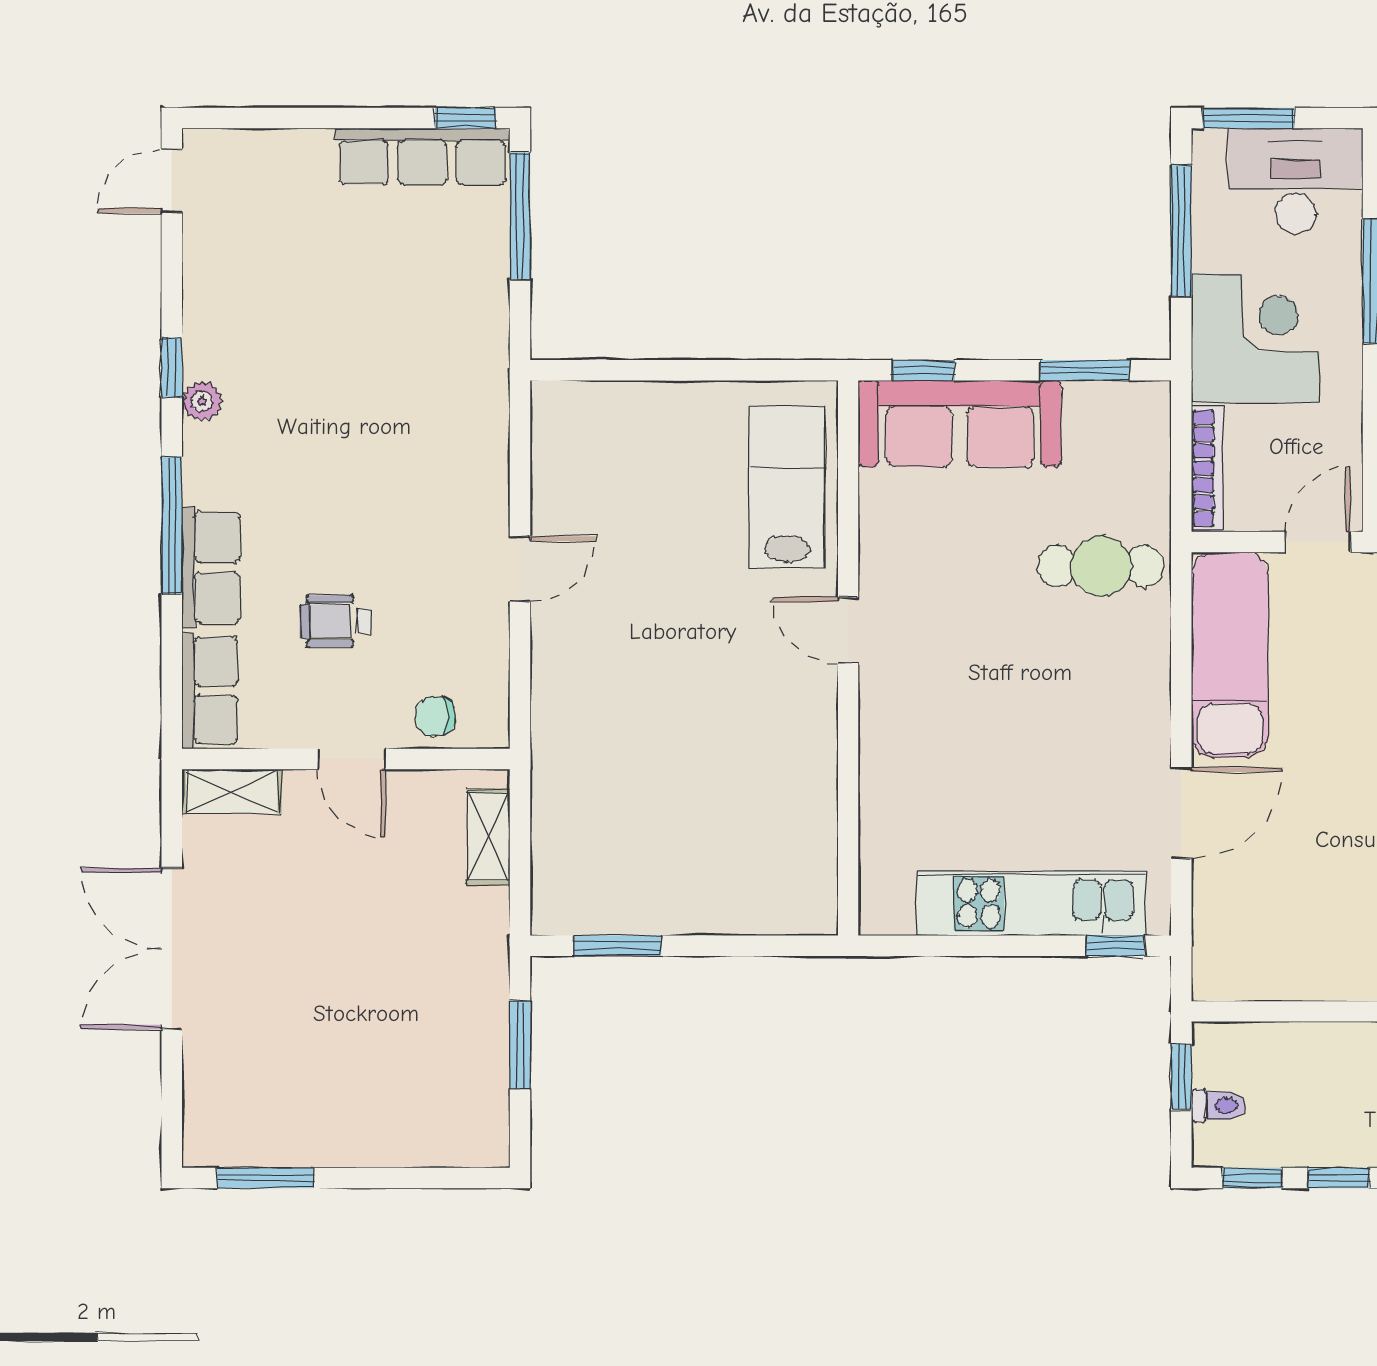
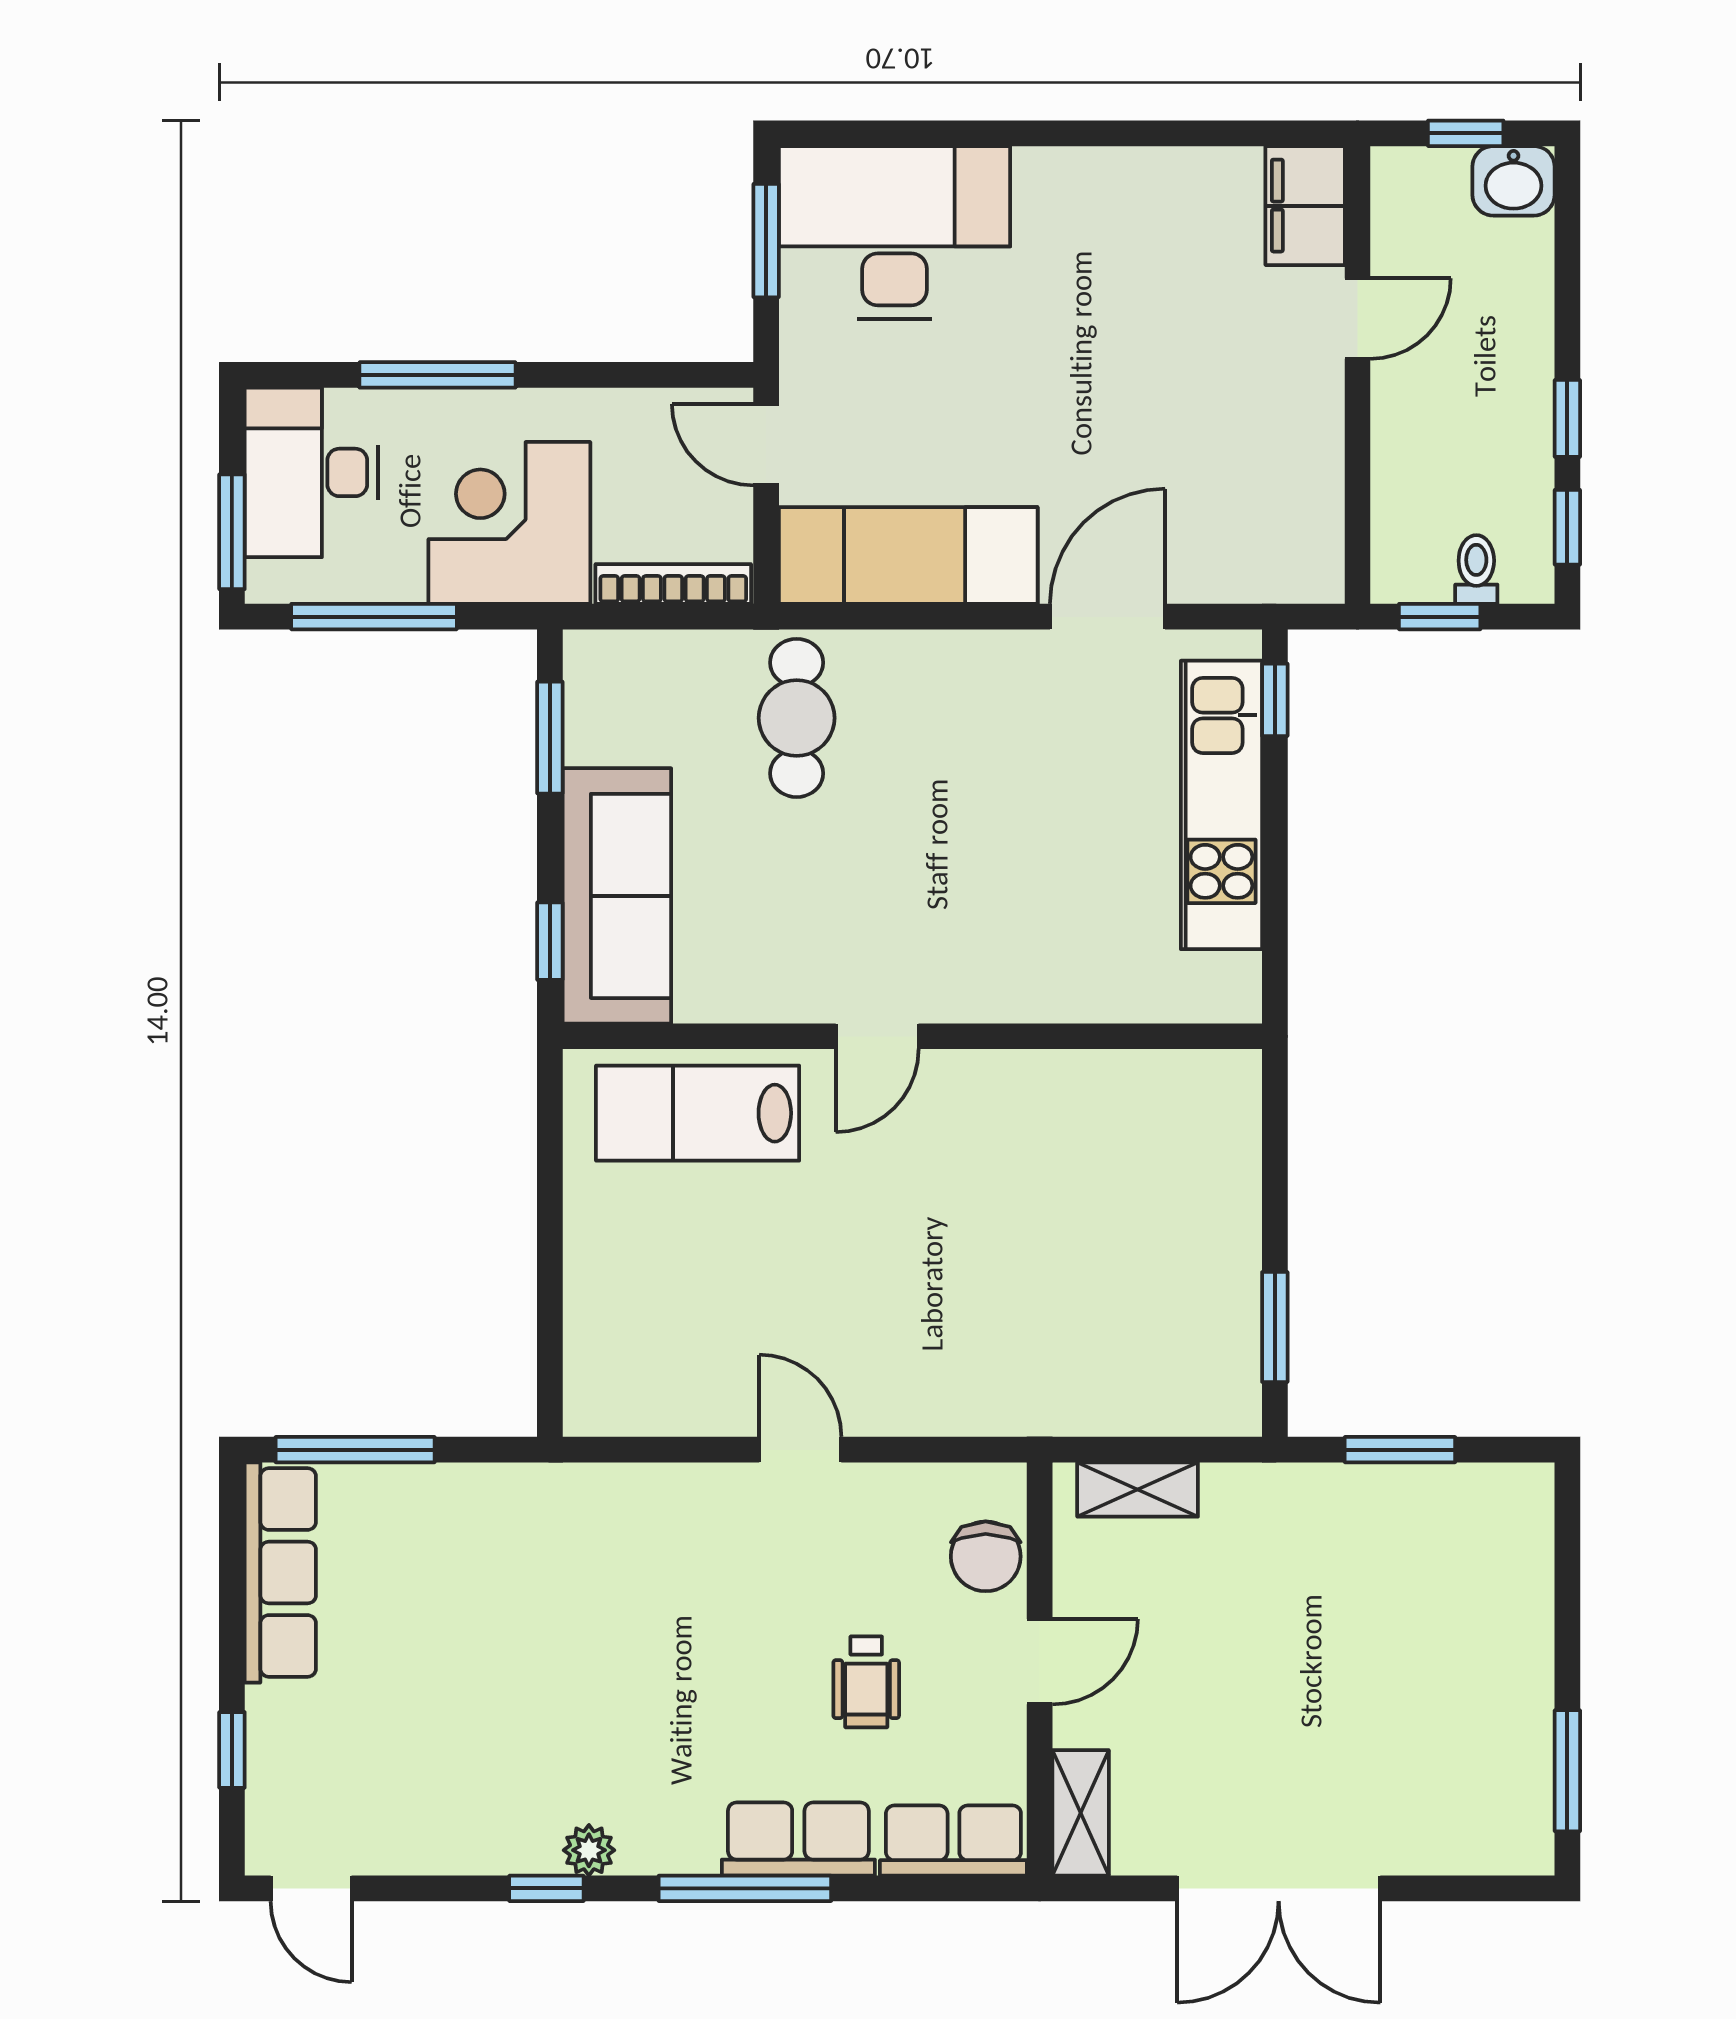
window: (466, 118) -> (232, 1750), moved
chair: (435, 716) -> (986, 1556), width x1.37, depth x1.37
door: (1181, 813) -> (1108, 617), hinge flipped

